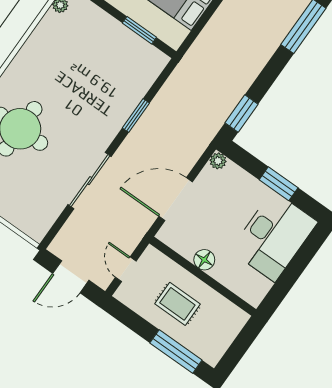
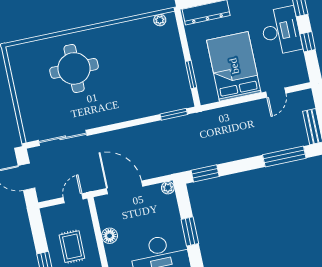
window: (136, 115) -> (174, 114), moved
sliding door: (90, 181) -> (63, 138), moved
door: (126, 269) -> (73, 198), moved

